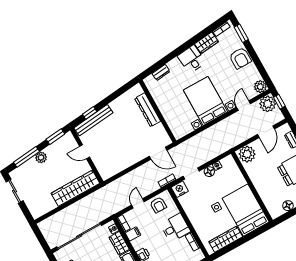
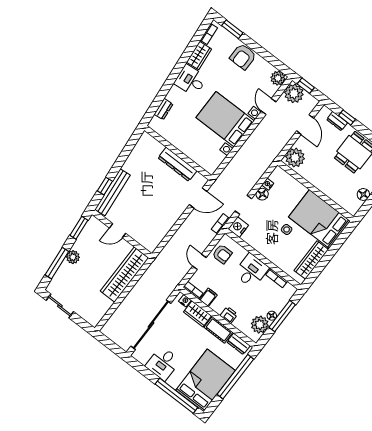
armchair: (240, 58) -> (243, 57), turned 90
dresser: (148, 110) -> (177, 164), moved

